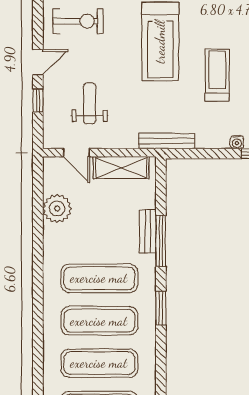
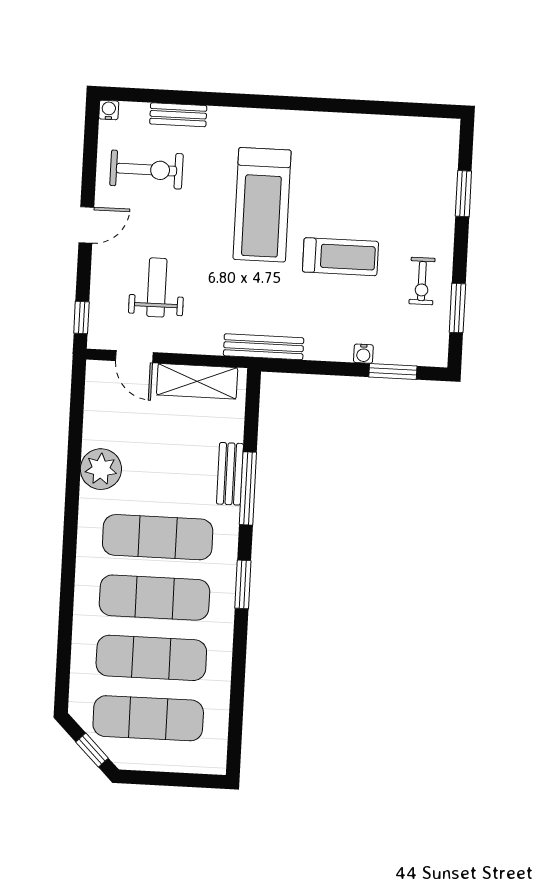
treadmill: (217, 75) -> (340, 257), turned 90
window: (38, 101) -> (81, 318), moved
plant: (57, 209) -> (101, 469), moved

